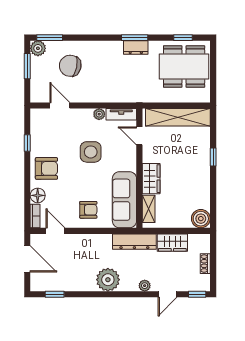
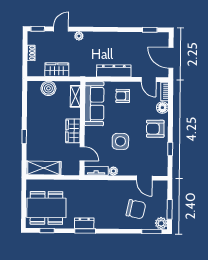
shelving: (178, 117) -> (44, 168), width x0.68
wardrobe: (151, 179) -> (73, 131), moved
boiler: (201, 219) -> (48, 88), moved
dresser: (134, 242) -> (114, 71), moved
plant: (108, 280) -> (108, 41), removed

